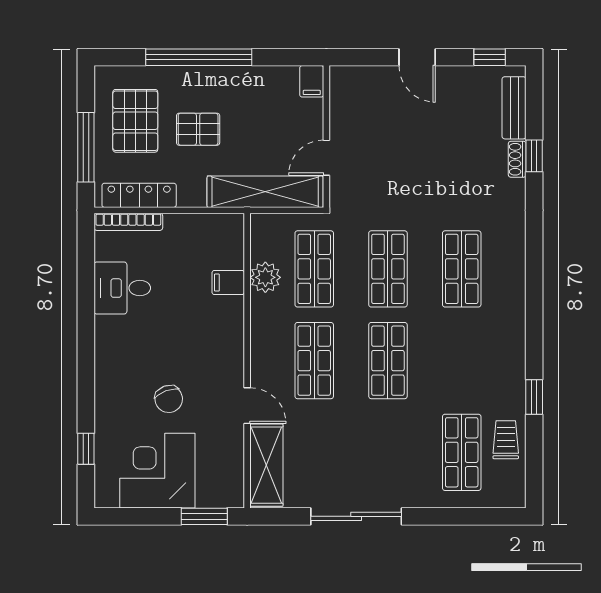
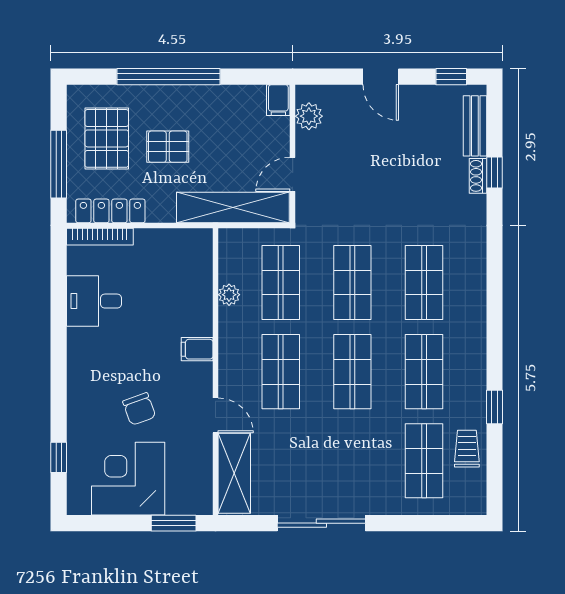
plant: (343, 98) -> (309, 116), added
plant: (265, 277) -> (229, 295), width x0.73, depth x0.73
filing cabinet: (228, 283) -> (197, 349), moved
shop shelf: (462, 361) -> (424, 372), added

